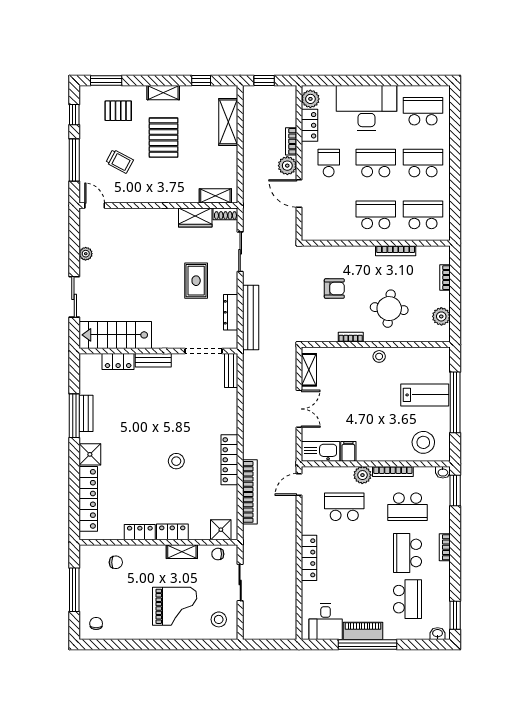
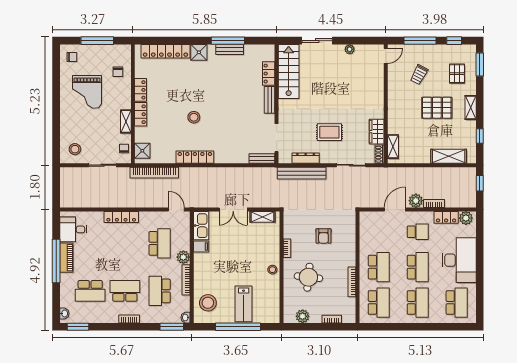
bookcase: (250, 492) -> (154, 173), moved
grand piano: (175, 606) -> (87, 92), moved

